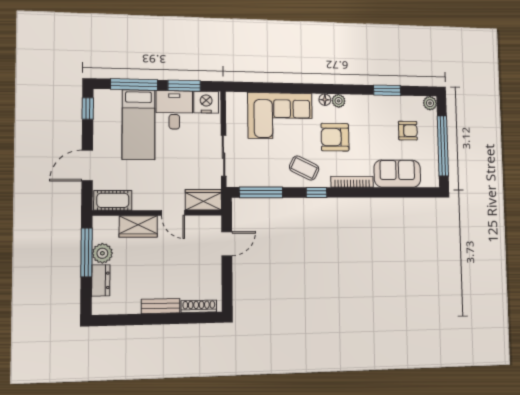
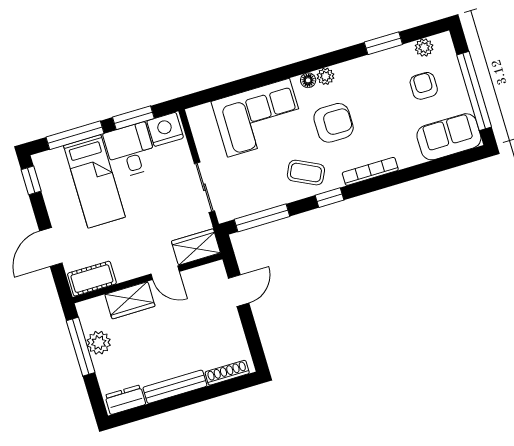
plant: (430, 103) -> (424, 47), moved
armchair: (408, 131) -> (424, 86), turned -90
armchair: (335, 137) -> (334, 123), turned 180
sofa: (397, 174) -> (449, 137), moved
dresser: (101, 280) -> (125, 400), moved, turned -90
bench: (161, 306) -> (175, 387), width x1.36

